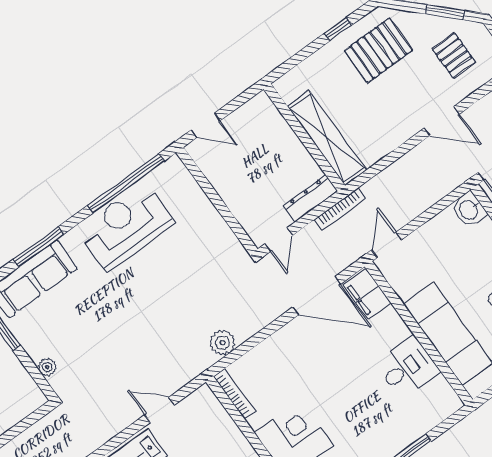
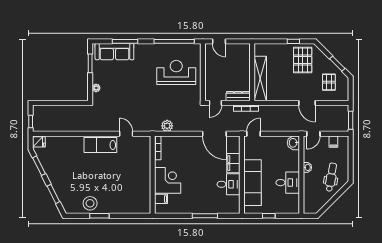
pallet: (378, 50) -> (303, 60), turned 90
reception desk: (126, 227) -> (176, 72), moved
filing cabinet: (367, 294) -> (233, 163), moved

